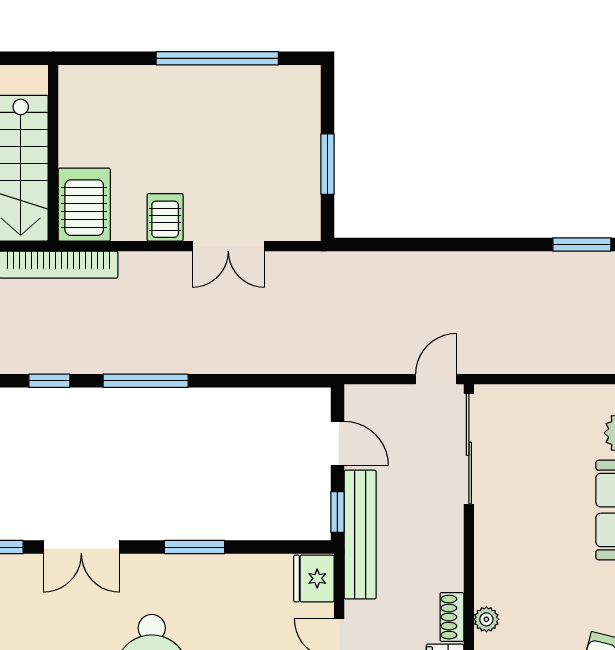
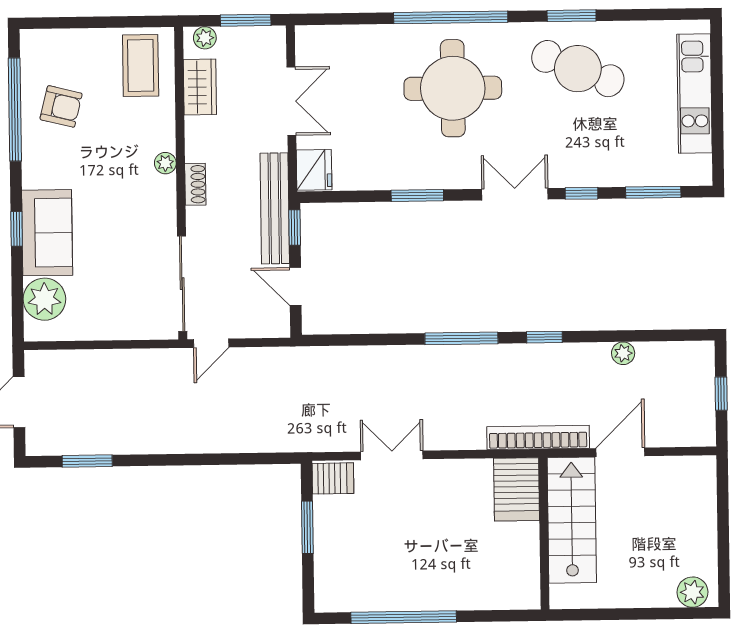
server rack: (165, 217) -> (333, 478), moved, turned -90
shoe rack: (452, 617) -> (195, 184), moved
plant: (486, 619) -> (165, 163), moved

